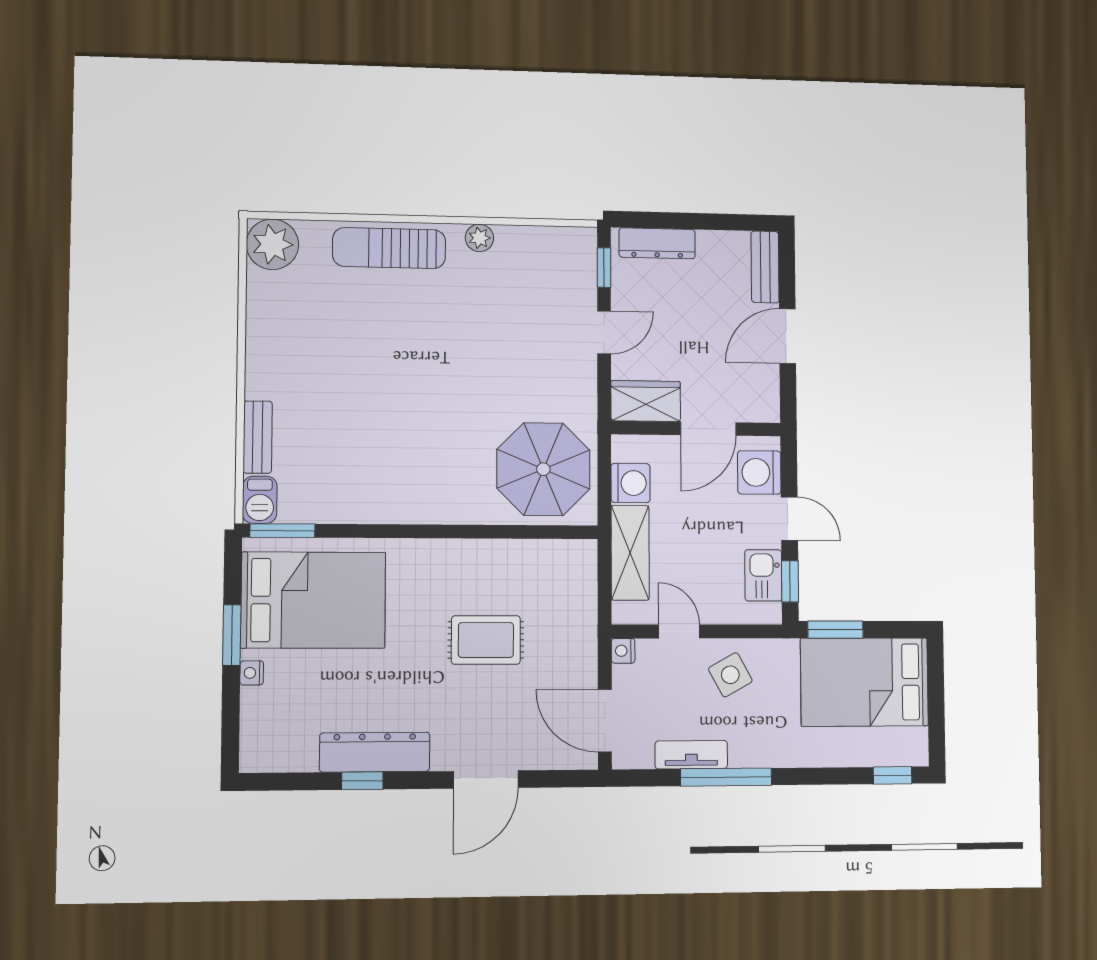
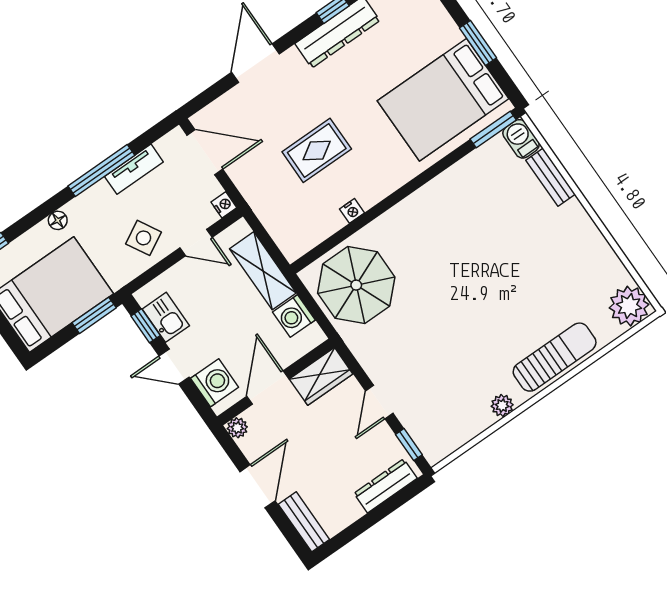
plant: (768, 410) -> (237, 428), added
nightstand: (252, 673) -> (352, 211), moved, turned 90
floor lamp: (806, 756) -> (58, 220), added

